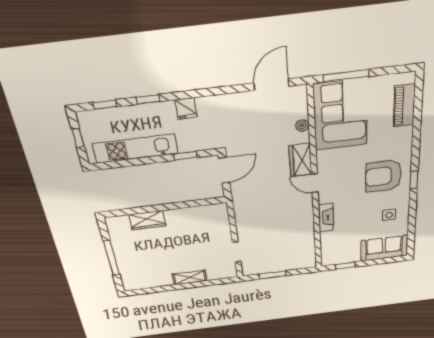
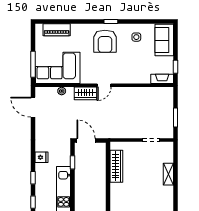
fireplace: (326, 217) -> (162, 79), moved
wardrobe: (147, 220) -> (116, 166), moved, width x1.50

